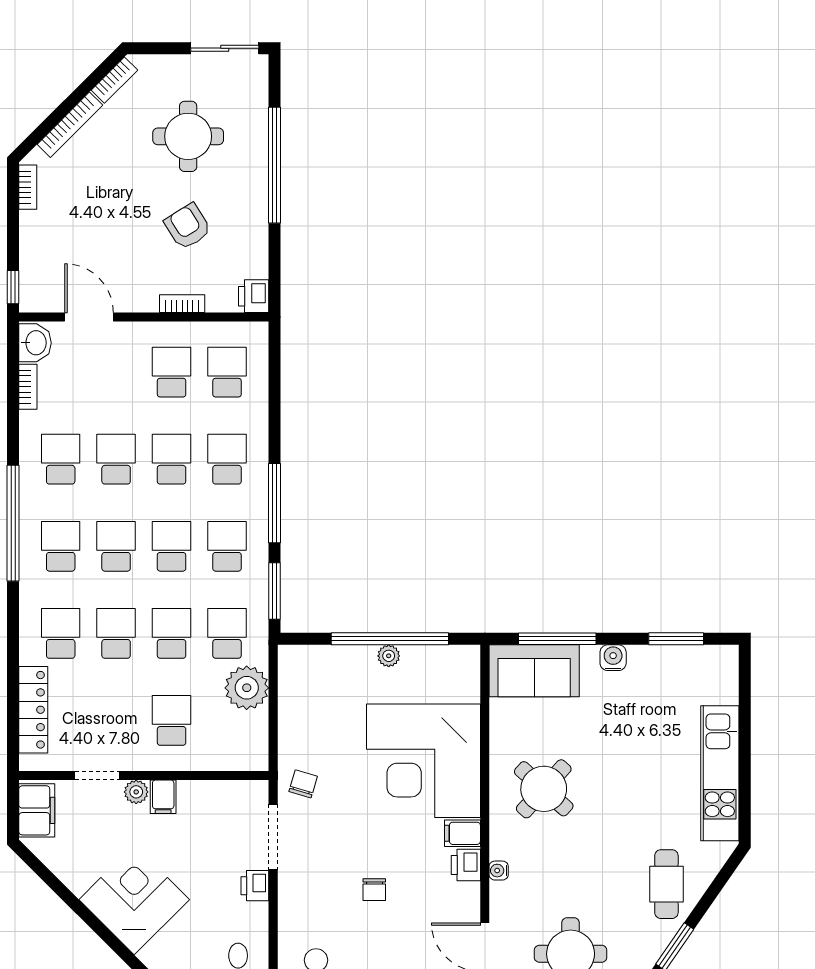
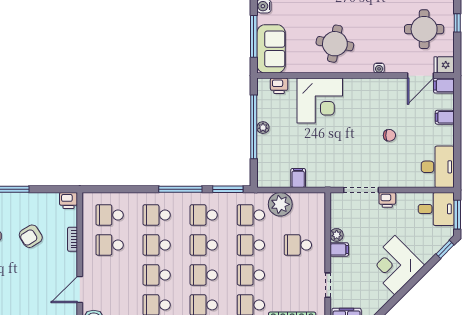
corner desk: (423, 761) -> (320, 101), width x0.74, depth x0.74
chair: (303, 784) -> (332, 174), removed
round table: (544, 789) -> (335, 44), turned -32
plant: (136, 792) -> (337, 235), moved
filing cabinet: (462, 833) -> (298, 178), moved, turned 180
printer: (466, 865) -> (279, 86), moved

